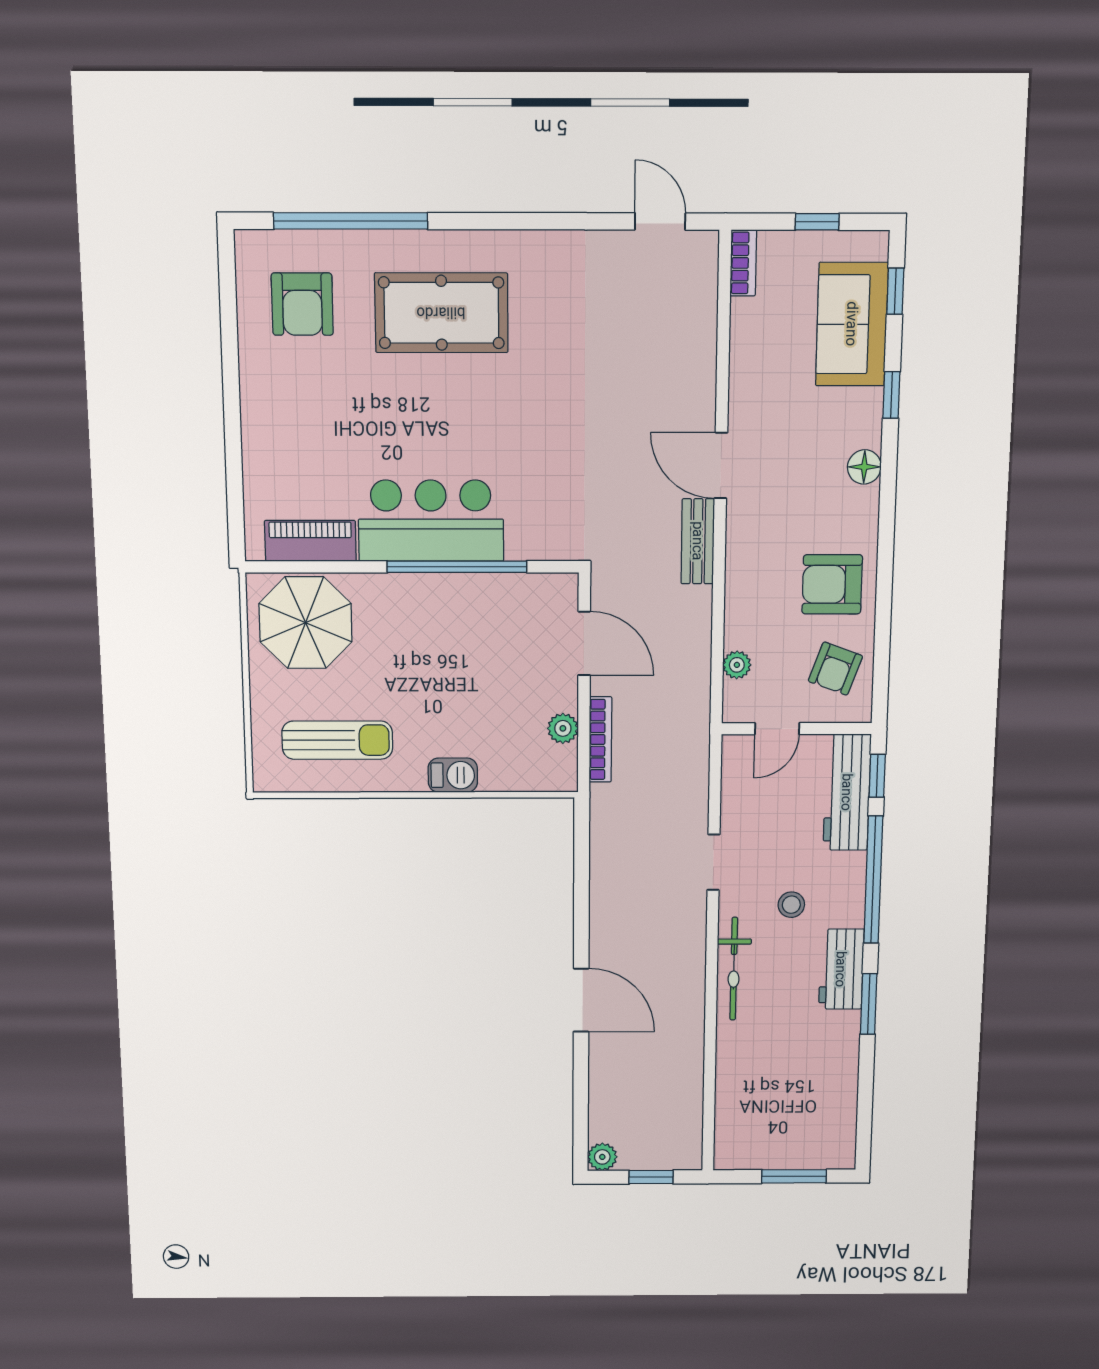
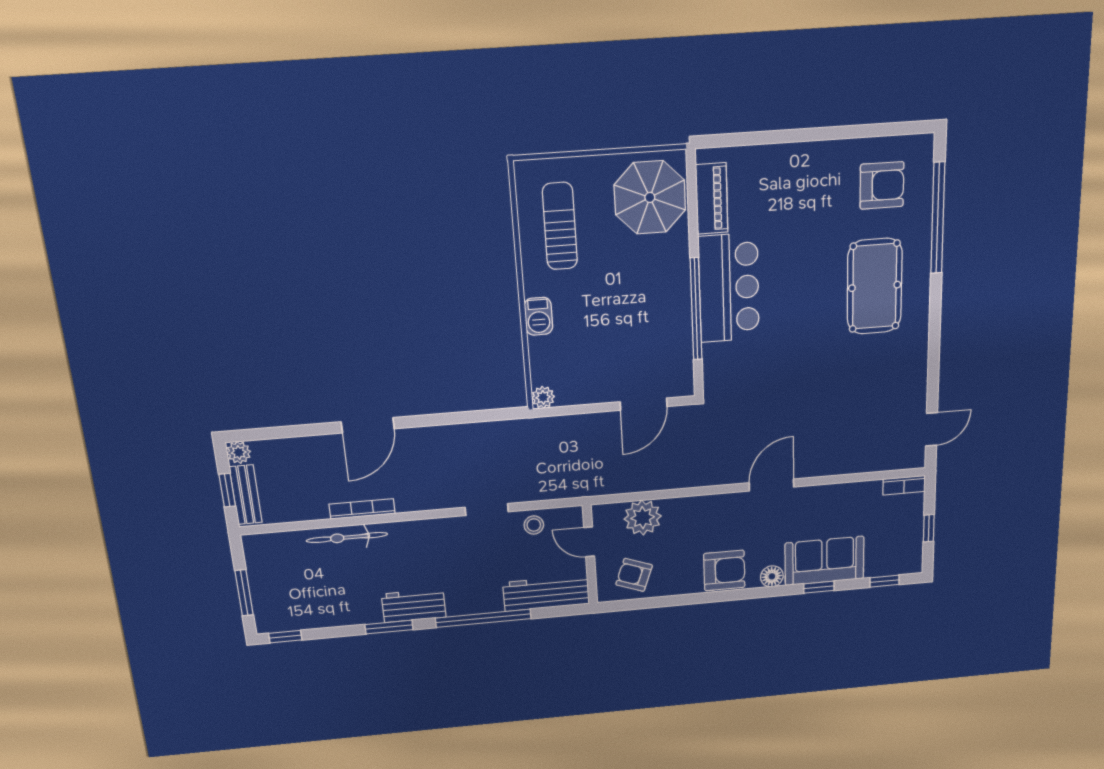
armchair: (302, 304) -> (882, 185), turned 180
sofa: (852, 324) -> (824, 561), moved
bench: (698, 541) -> (246, 495), moved, turned 90
armchair: (832, 584) -> (724, 571), moved, turned 90
plant: (737, 665) -> (643, 518), width x1.87, depth x1.87
plant: (563, 728) -> (543, 397), moved
bookcase: (600, 739) -> (362, 509), moved, turned 180
sun lounger: (337, 740) -> (560, 226), turned 180
window: (877, 776) -> (285, 637), moved
stool: (791, 905) -> (534, 525), moved
bicycle: (734, 969) -> (347, 537), moved

